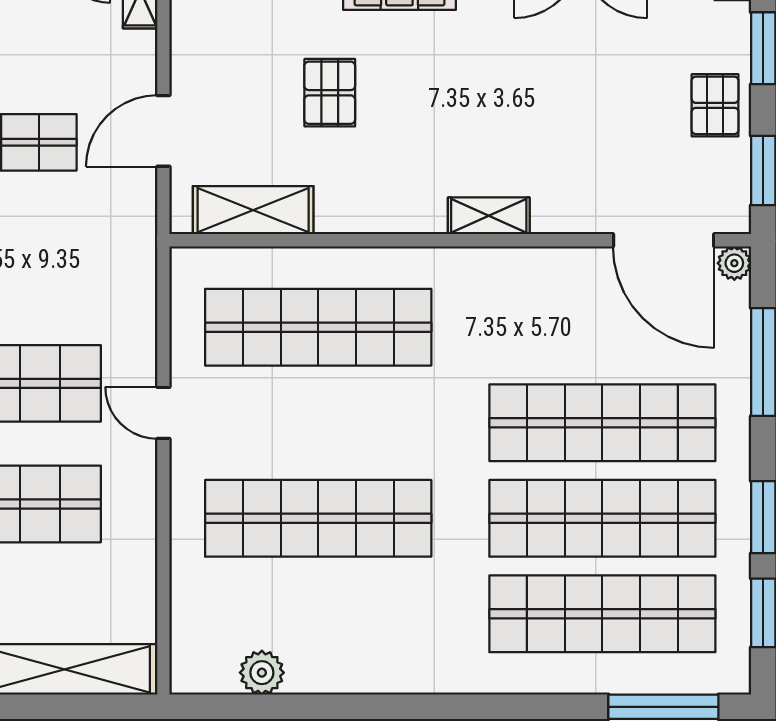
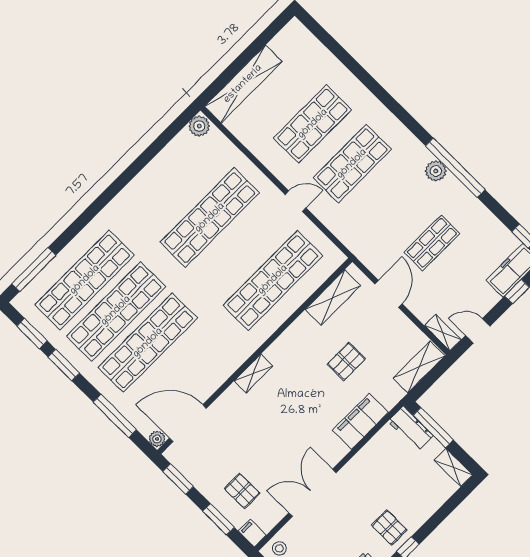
pallet: (330, 93) -> (346, 361), turned 90
pallet: (715, 105) -> (242, 491), moved
plant: (262, 673) -> (199, 126), moved

